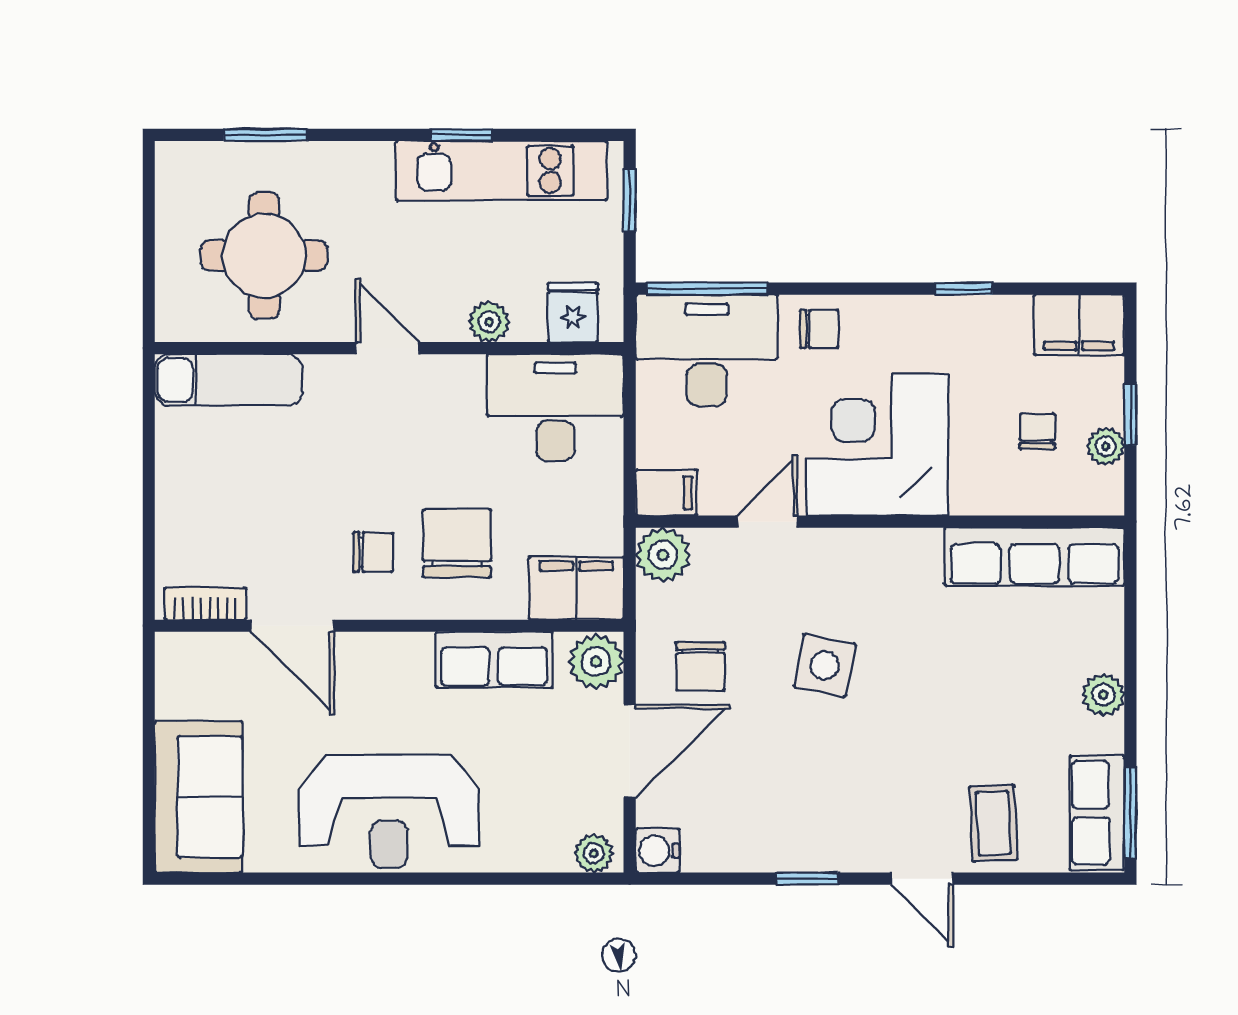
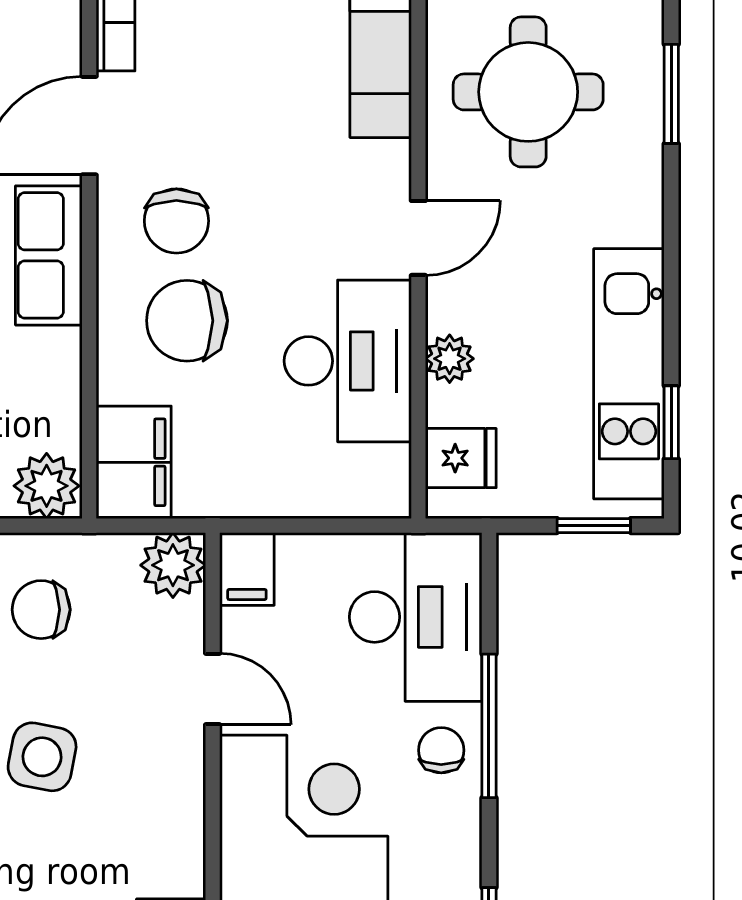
window: (461, 135) -> (671, 422), moved
window: (707, 289) -> (489, 726), moved
chair: (819, 329) -> (441, 750), turned 180
desk: (555, 408) -> (348, 361), moved
chair: (457, 543) -> (187, 321), turned 180
chair: (373, 552) -> (176, 221), width x1.37, depth x1.37
row of seats: (494, 660) -> (49, 255), moved

